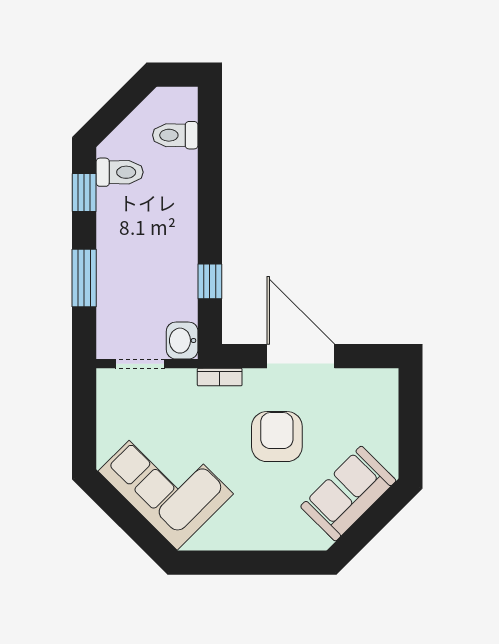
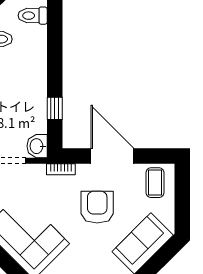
coffee table: (368, 398) -> (155, 183), added

